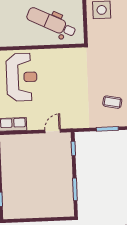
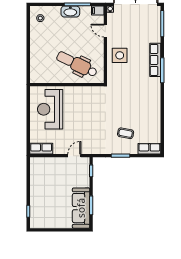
reception desk: (22, 77) -> (50, 109), turned 180
sofa: (63, 193) -> (81, 208), added

